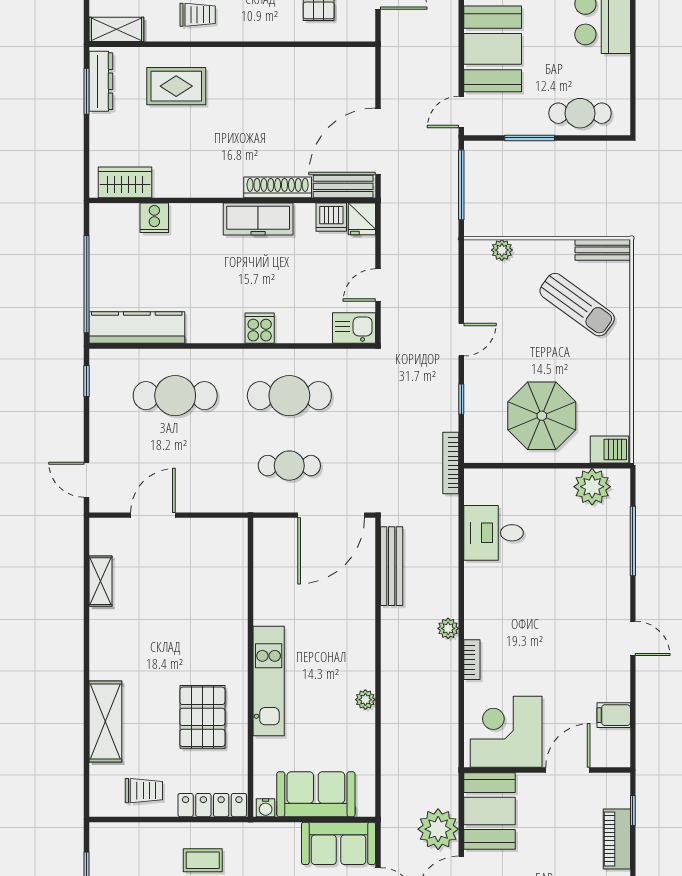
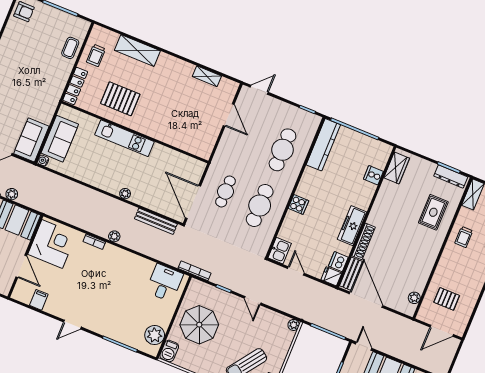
plant: (340, 58) -> (414, 298), added
plant: (502, 250) -> (294, 325), moved
desk: (493, 533) -> (165, 283), moved
plant: (365, 700) -> (125, 194), moved
water cooler: (266, 808) -> (43, 161), moved
plant: (438, 829) -> (12, 194), width x0.53, depth x0.53
coffee table: (203, 860) -> (70, 48), moved

